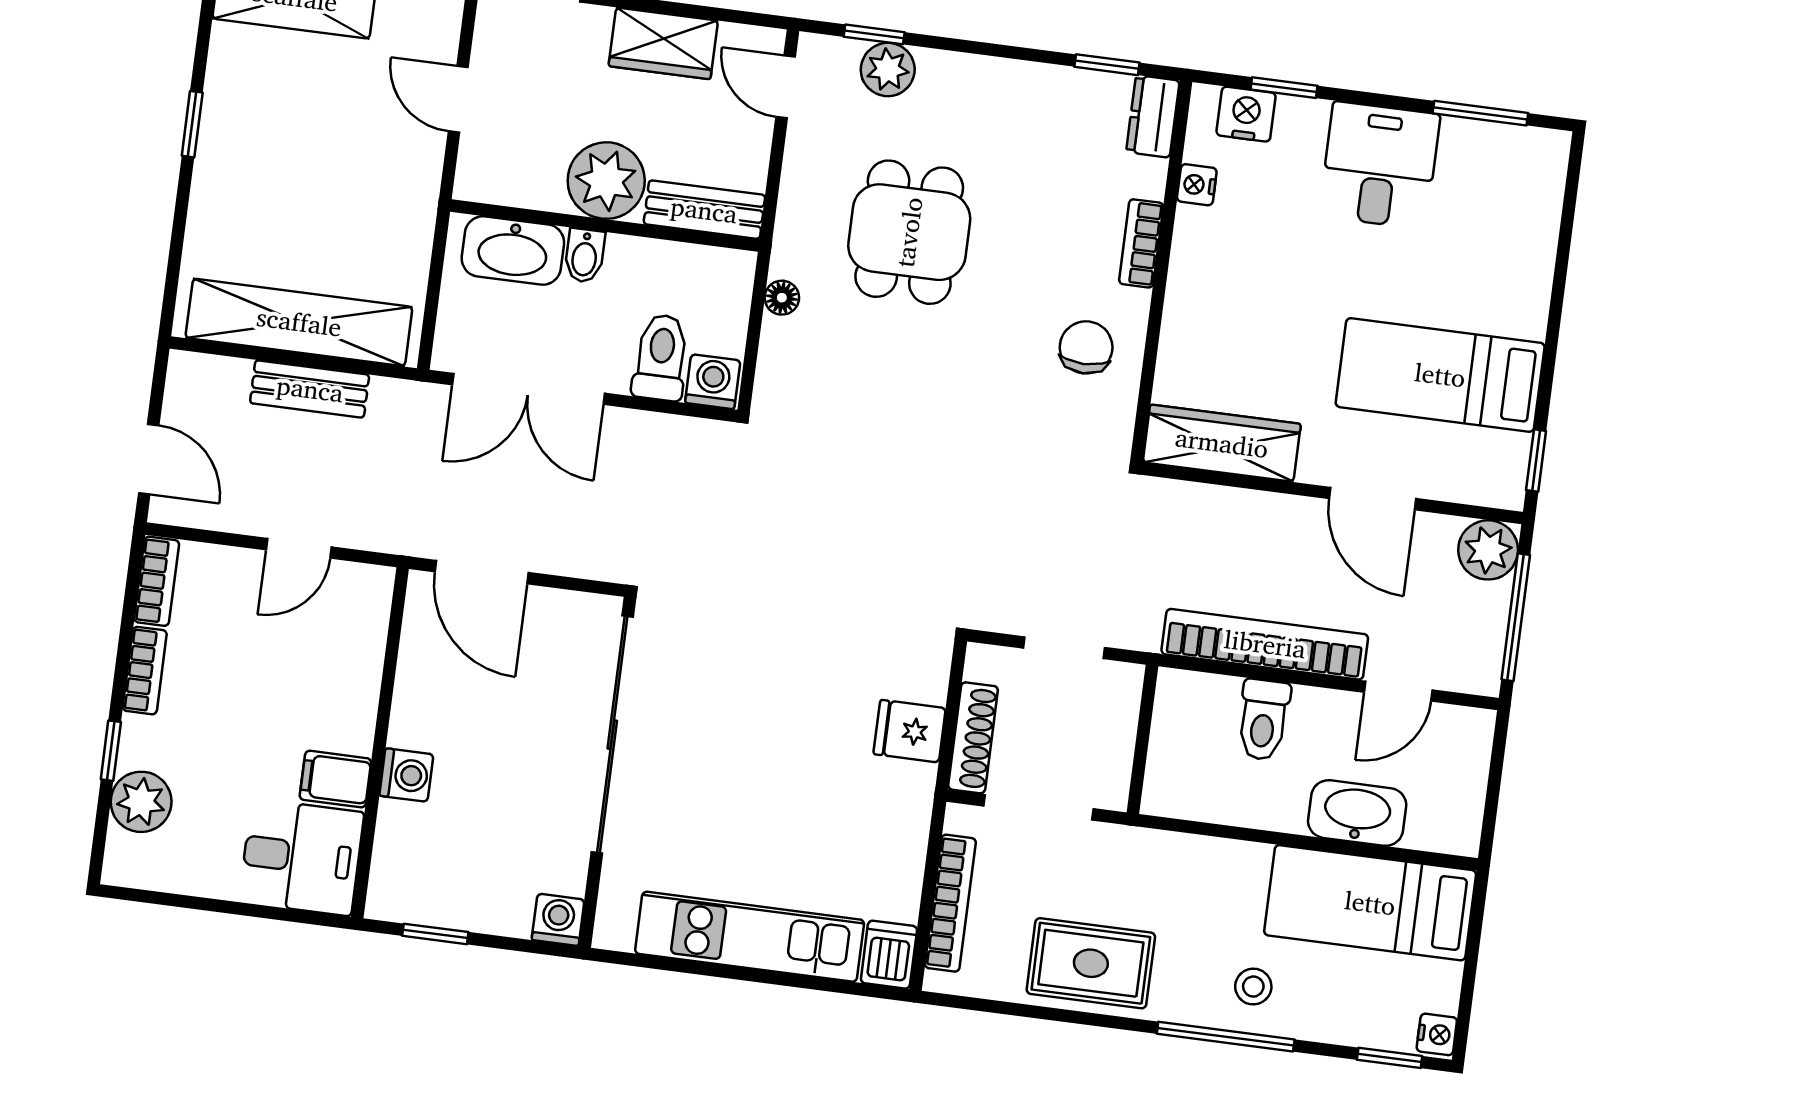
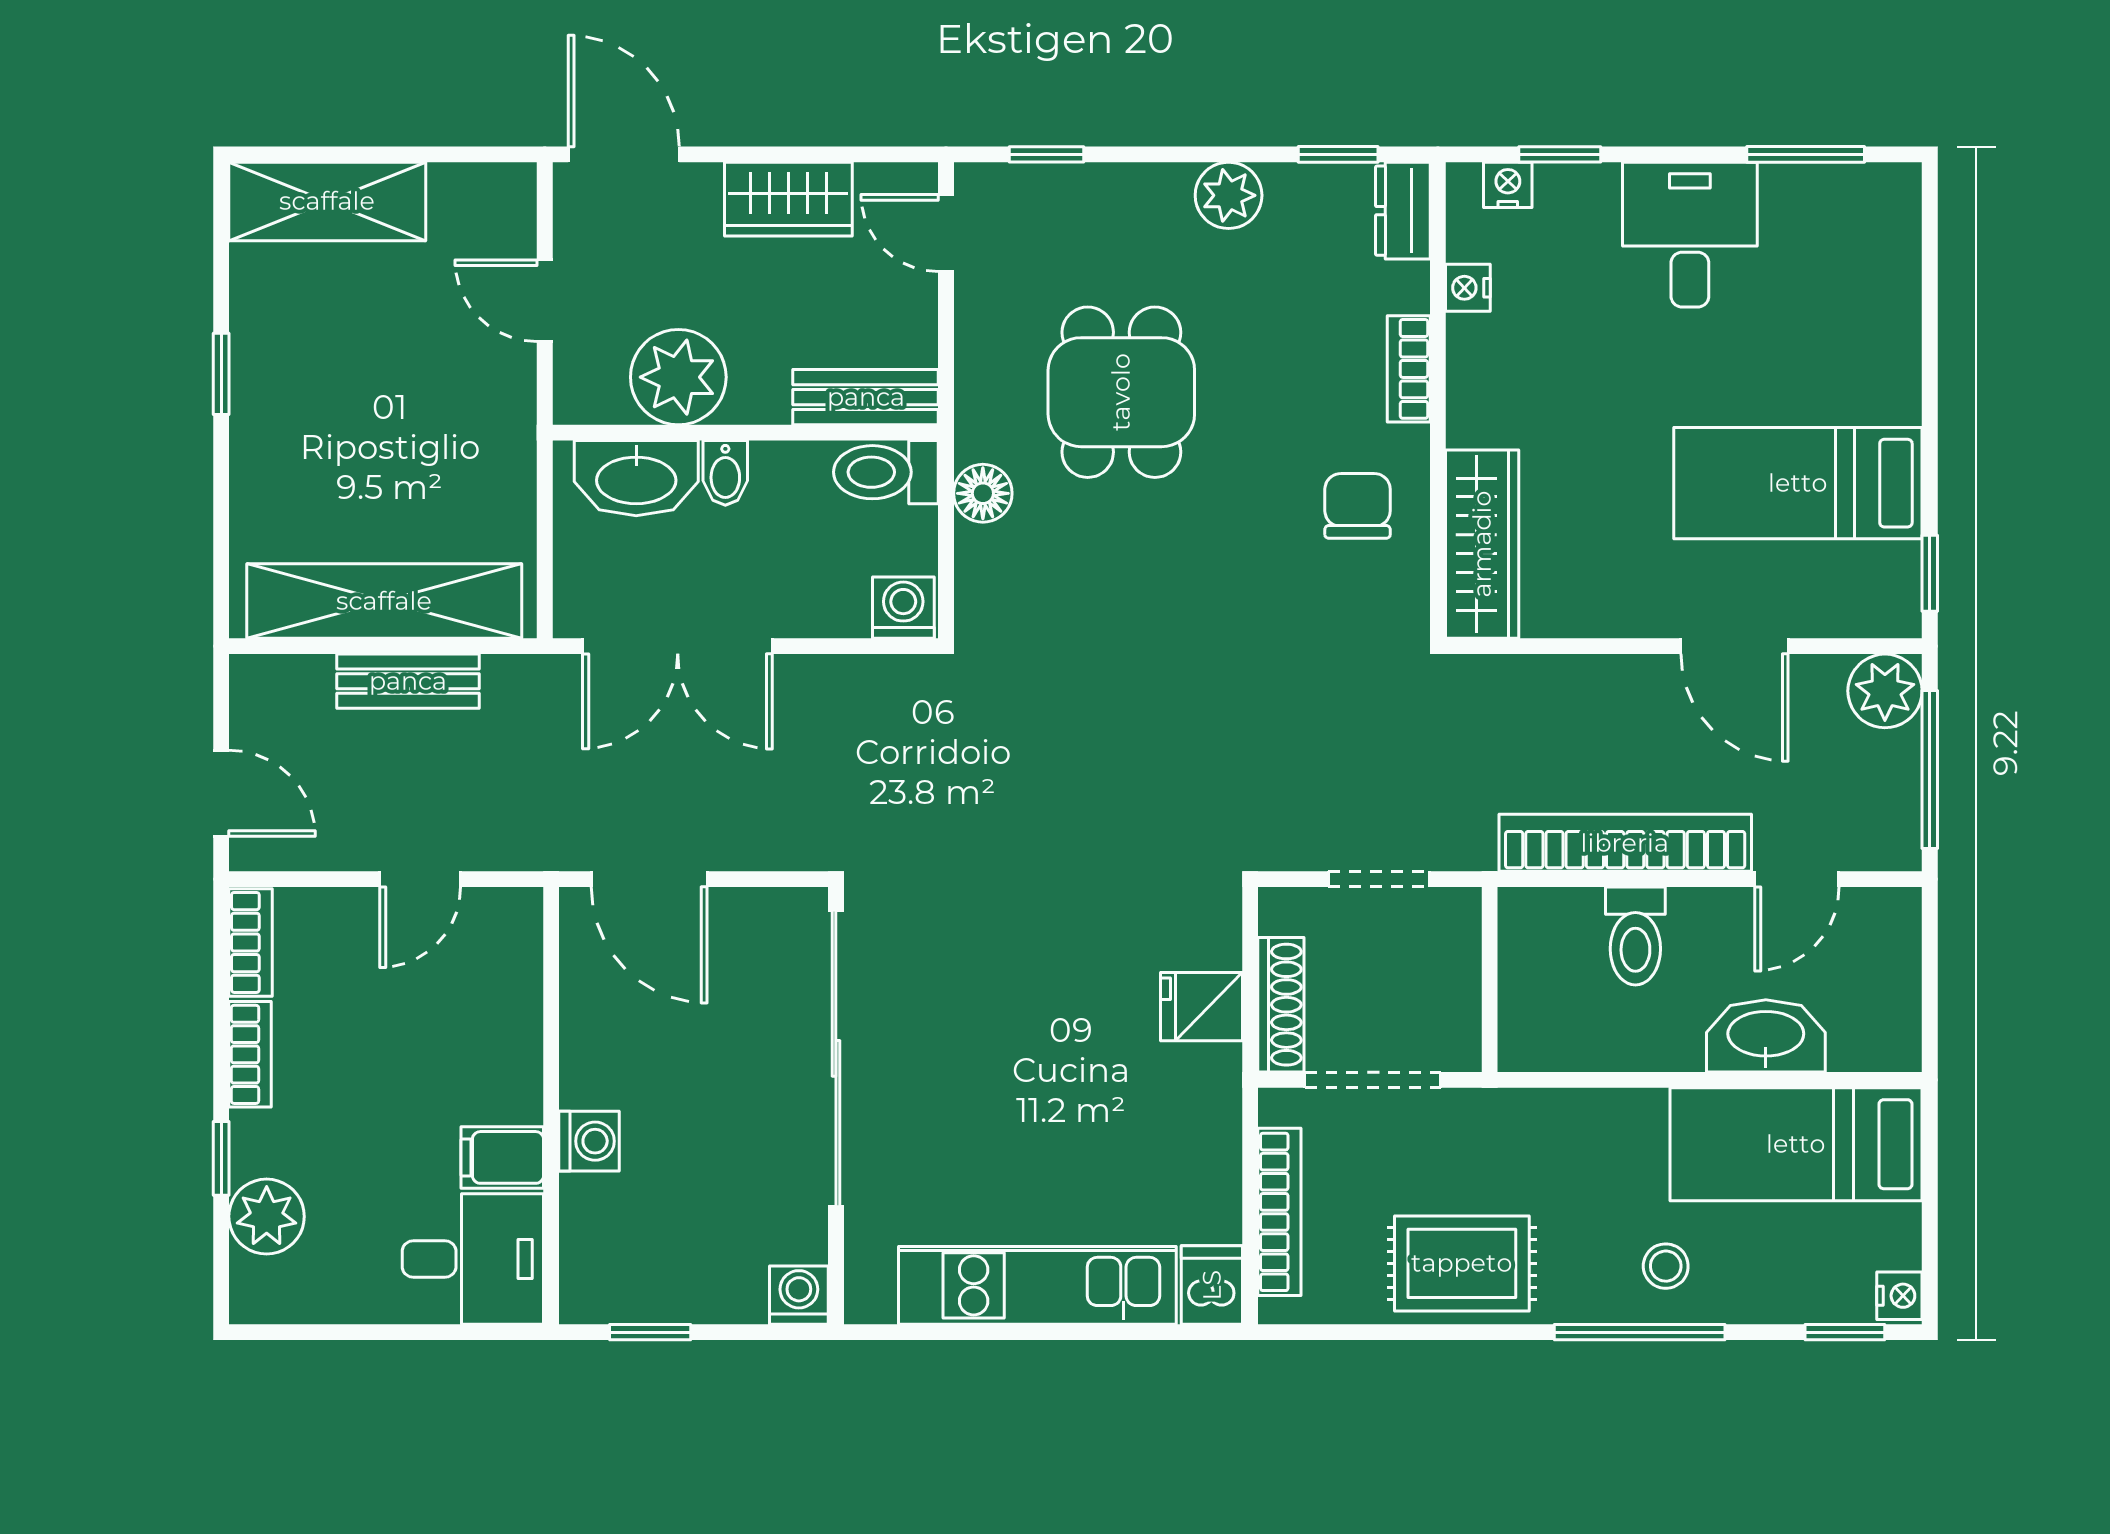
plant: (888, 70) -> (1229, 195), moved
nightstand: (1246, 114) -> (1508, 185), width x0.72, depth x0.74
plant: (606, 181) -> (678, 377), moved
floor lamp: (782, 298) -> (983, 493), width x1.37, depth x1.37
toilet: (661, 357) -> (886, 472), moved, turned -90
wardrobe: (1222, 443) -> (1482, 544), moved, turned 90

